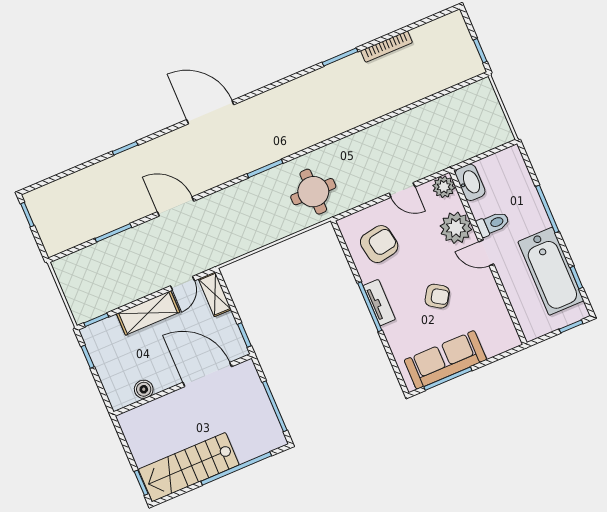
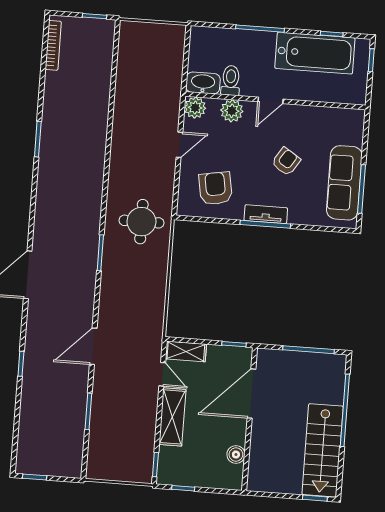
bookcase: (387, 47) -> (53, 45), moved
toilet: (493, 224) -> (231, 80), moved
plant: (456, 228) -> (232, 111), width x0.73, depth x0.73

